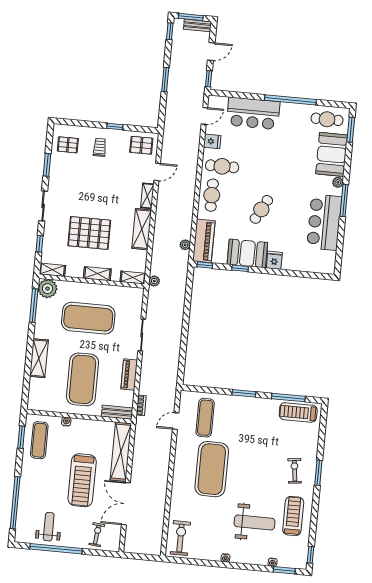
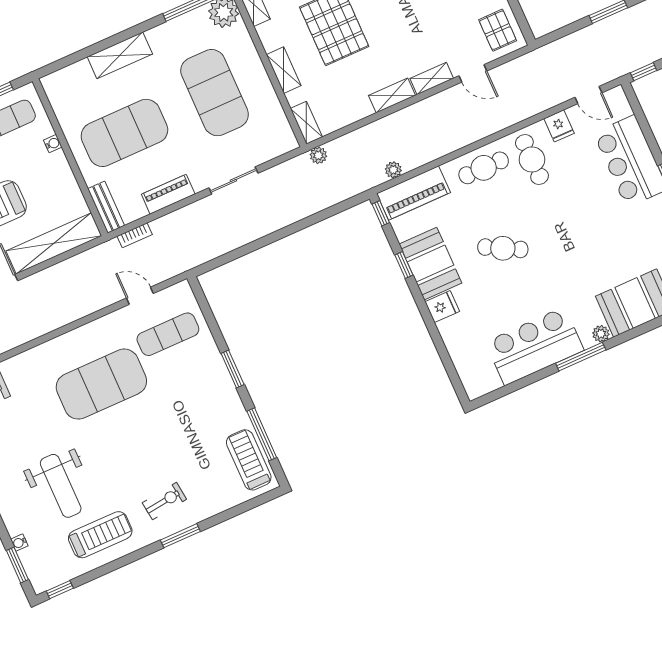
shelving: (142, 229) -> (392, 95), width x0.67, depth x0.75

